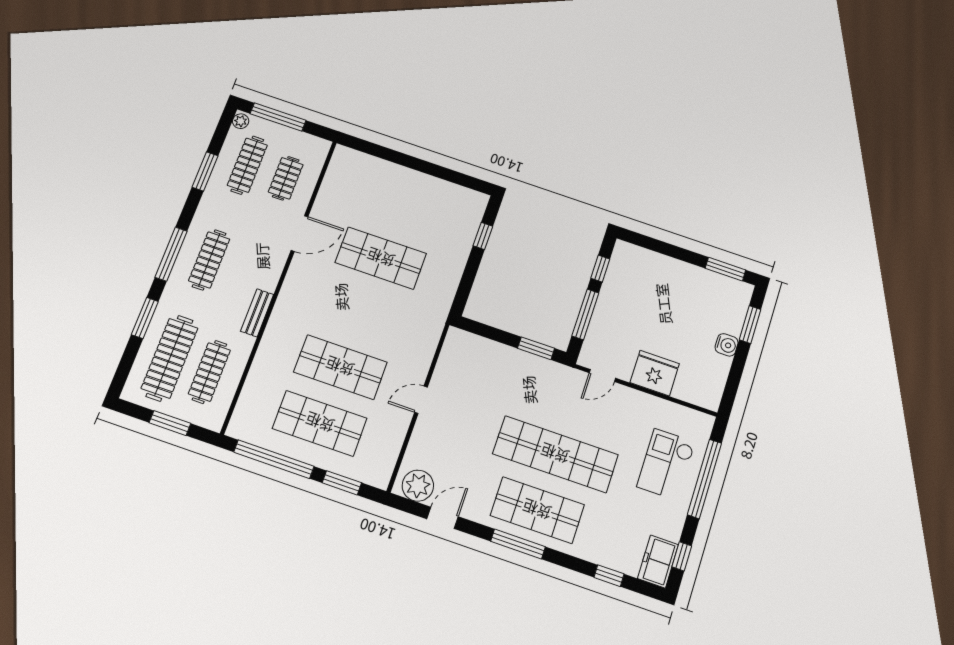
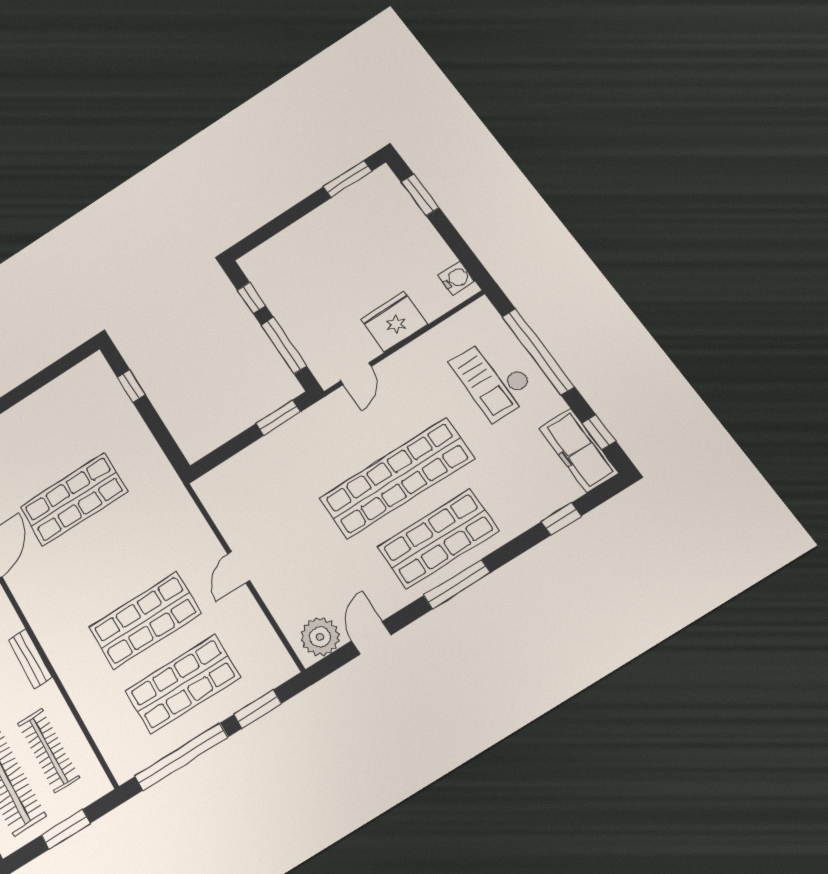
water cooler: (727, 345) -> (456, 278), moved
freezer: (658, 562) -> (579, 450), width x1.40

